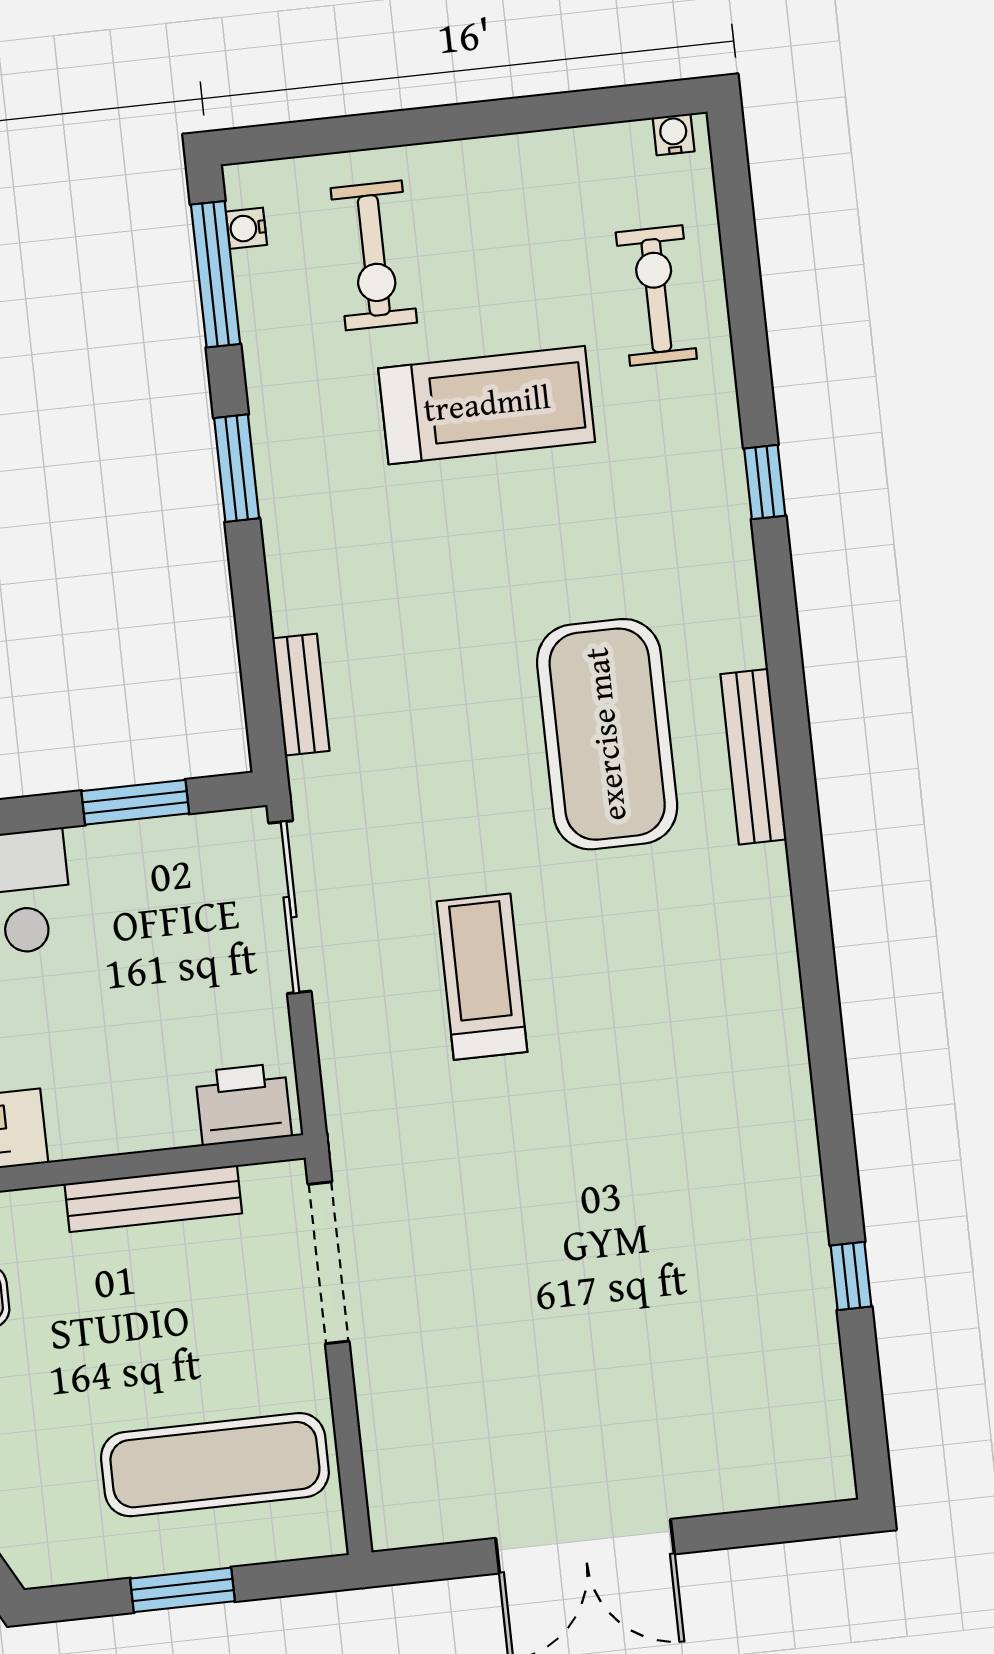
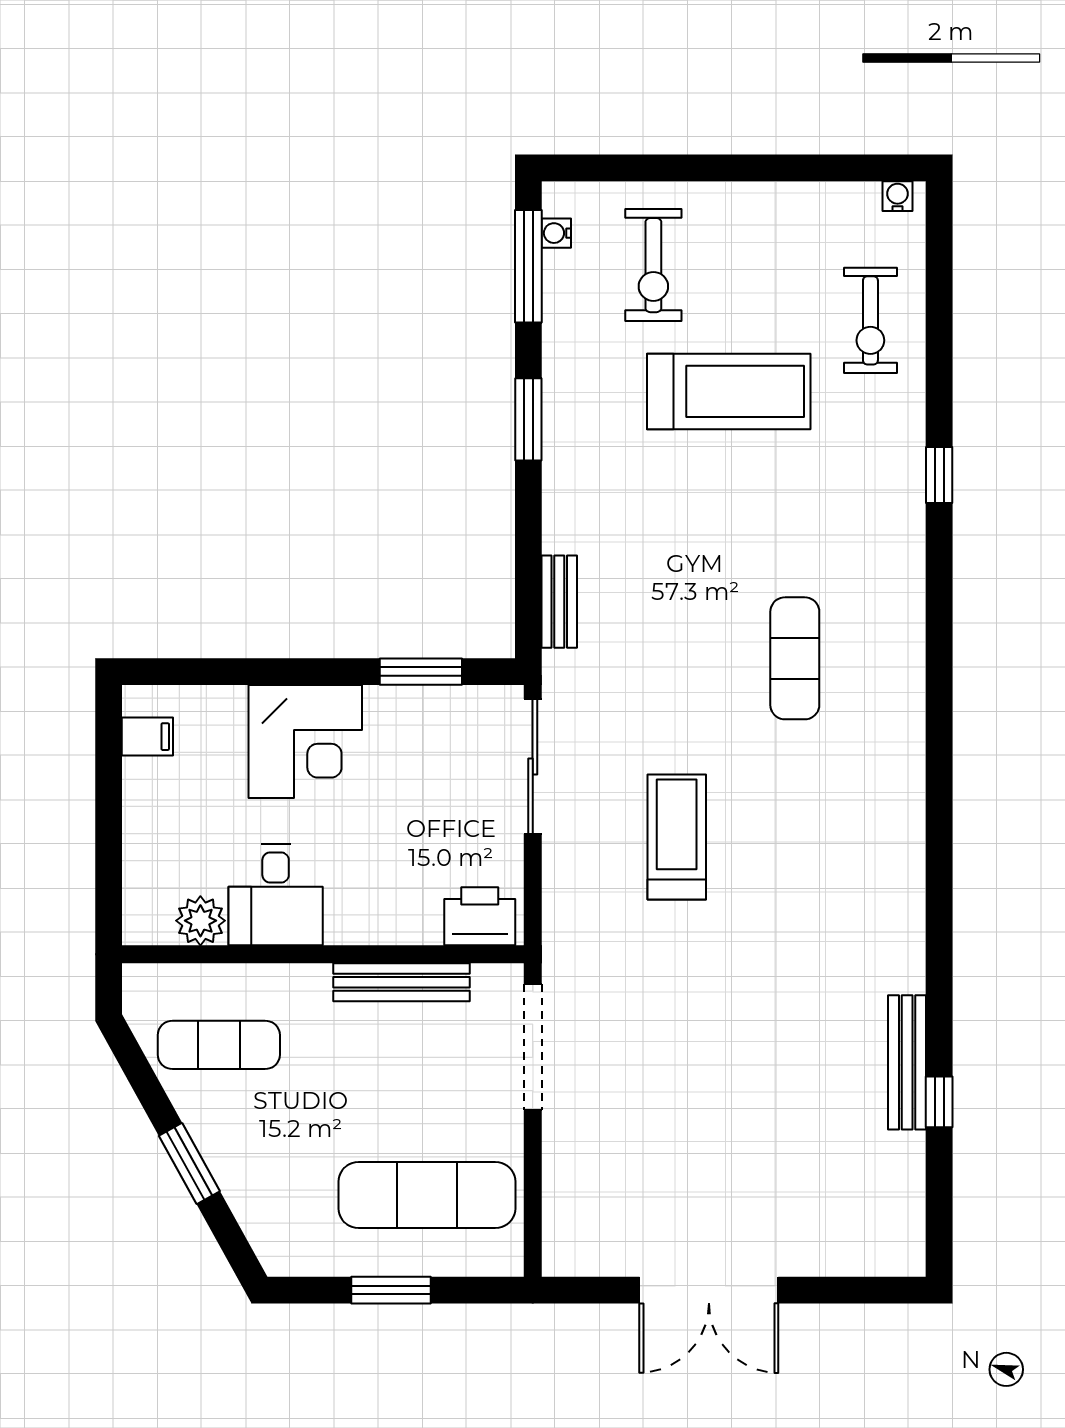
exercise bike: (656, 296) -> (870, 320), turned 180
exercise mat: (607, 734) -> (795, 658), width x0.50, depth x0.69
bench: (753, 757) -> (907, 1062), moved

